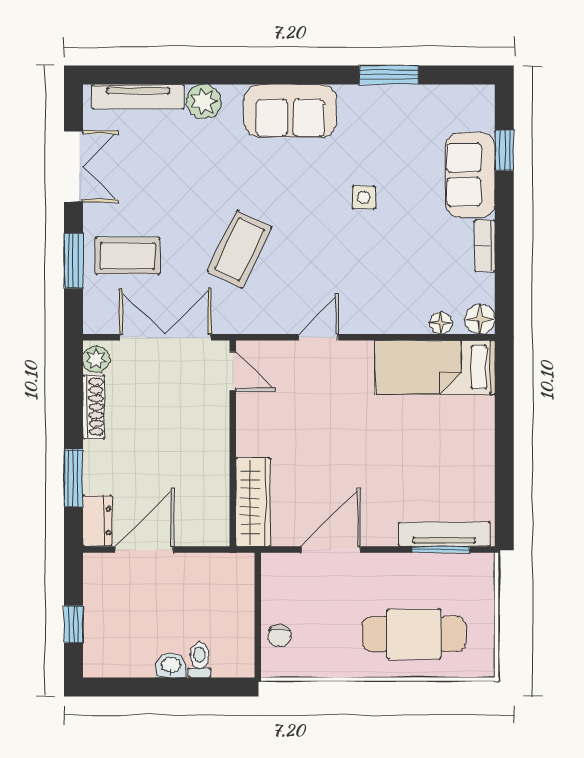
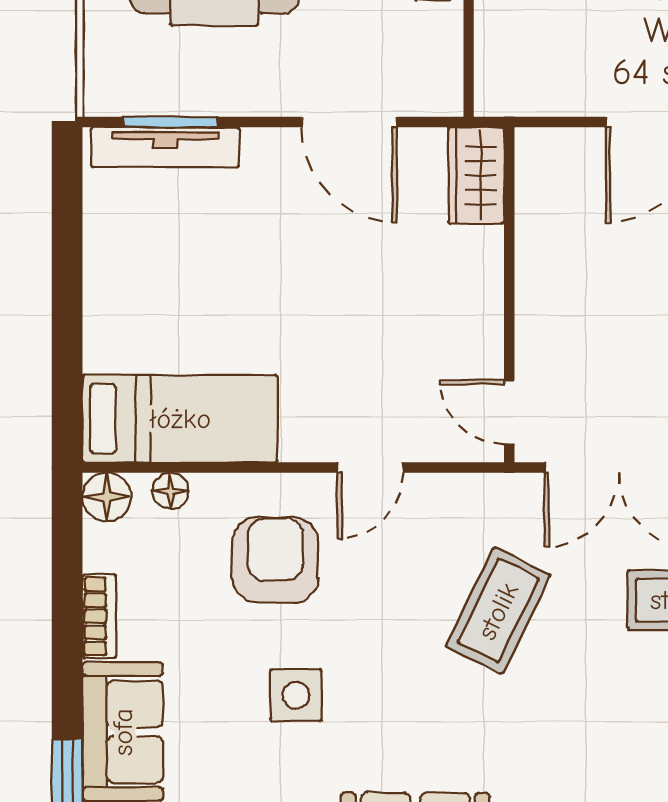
side table: (364, 197) -> (296, 695), width x1.37, depth x1.37
armchair: (376, 280) -> (275, 560), added
wardrobe: (253, 502) -> (476, 175), width x0.67
door: (331, 550) -> (349, 122), hinge flipped

